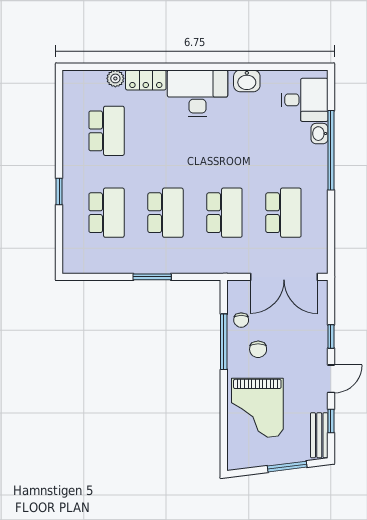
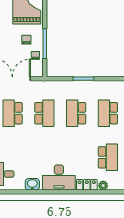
school desk: (107, 131) -> (108, 157), turned 180
school desk: (224, 213) -> (44, 113), turned 180

